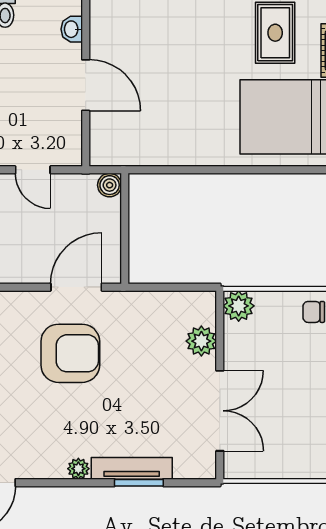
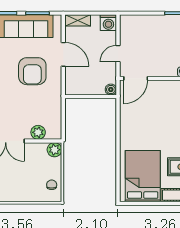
door: (86, 85) -> (136, 78), moved
door: (76, 287) -> (63, 54), moved

